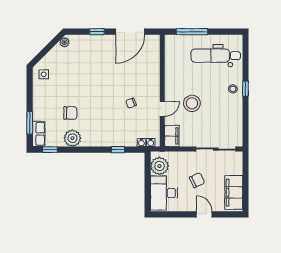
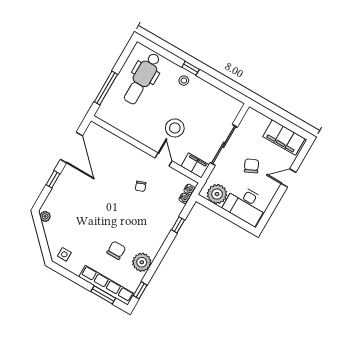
row of seats: (39, 134) -> (106, 285), width x2.02
sliding door: (216, 149) -> (224, 145), moved

